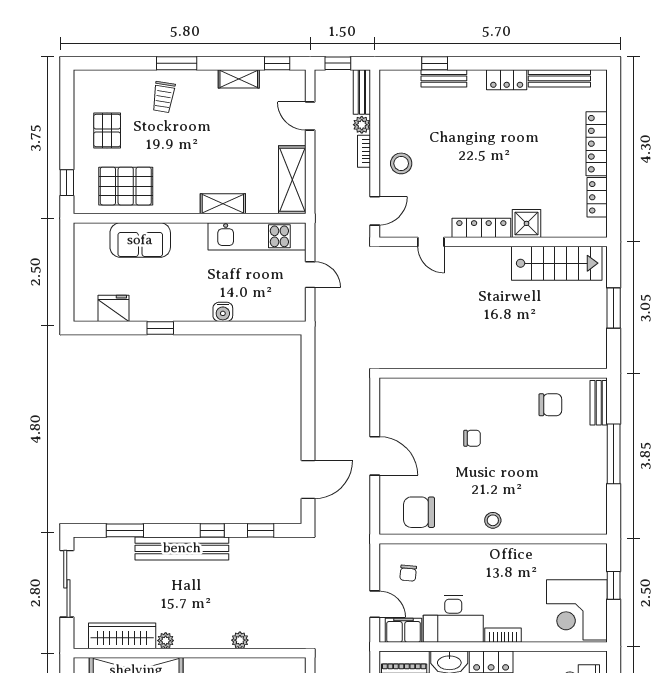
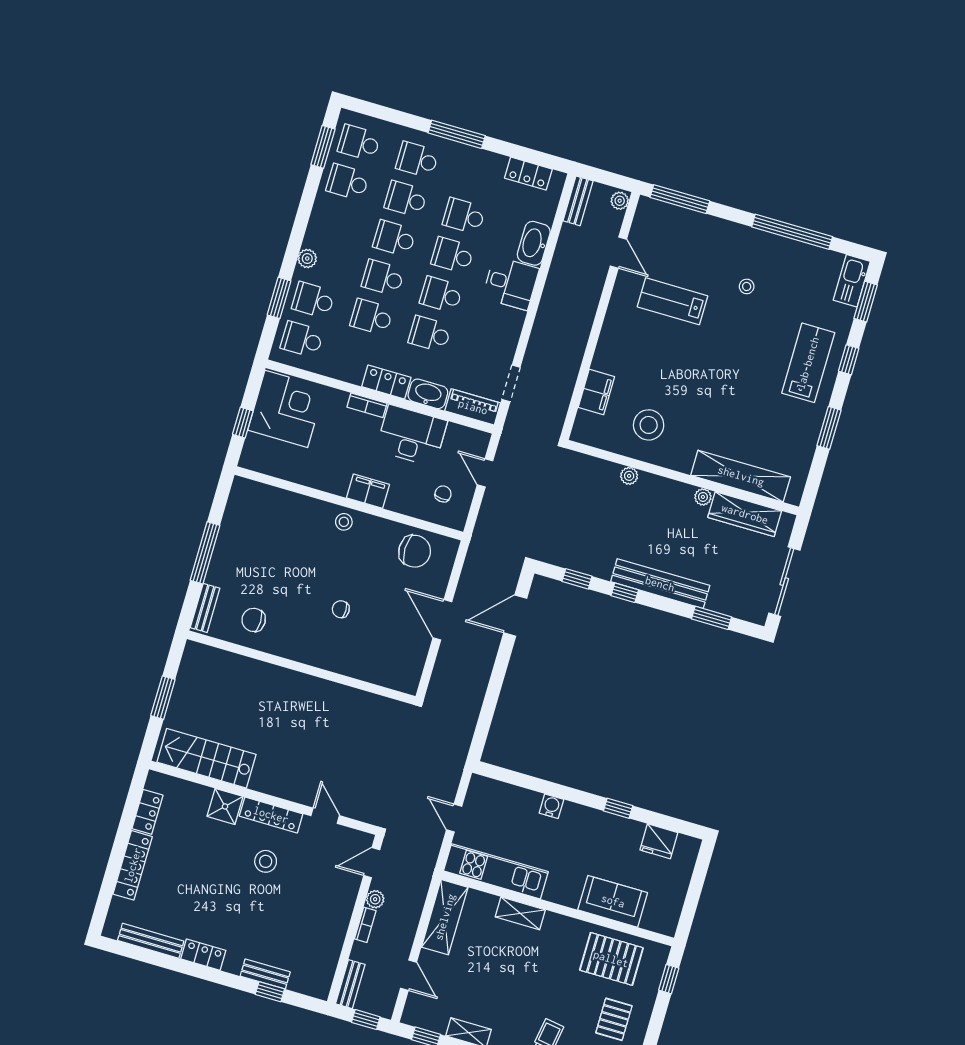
plant: (362, 125) -> (375, 899), moved
stool: (401, 163) -> (266, 861), moved
filing cabinet: (403, 630) -> (368, 491), moved, turned 180

